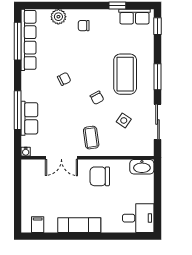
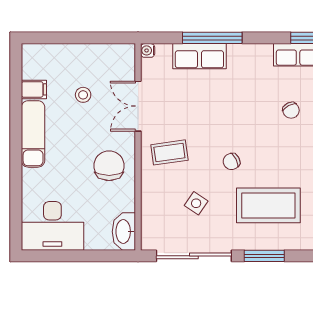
chair: (64, 79) -> (291, 110), moved
sliding door: (158, 122) -> (194, 256), width x1.37
stool: (54, 193) -> (83, 95), added
desk: (138, 218) -> (52, 226), width x1.37
filing cabinet: (38, 225) -> (34, 89), moved

